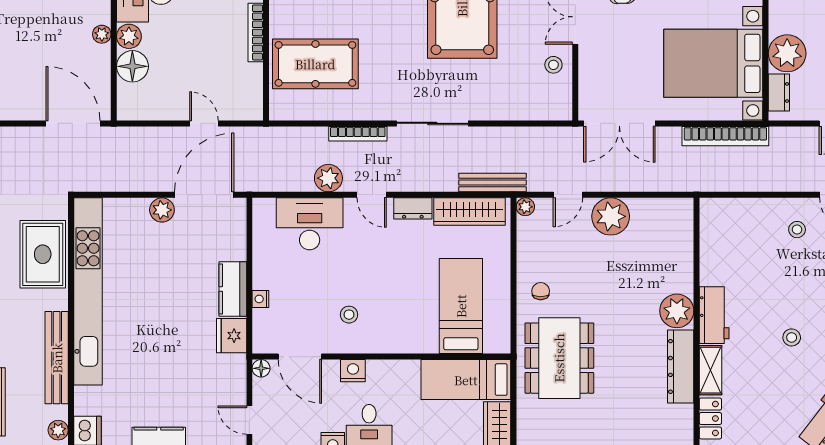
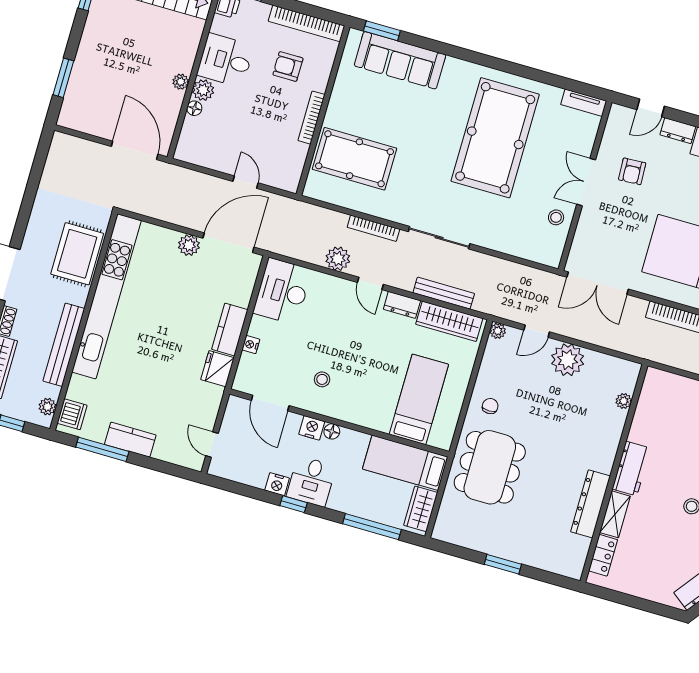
floor lamp: (132, 66) -> (194, 108), width x0.53, depth x0.53
bench: (492, 183) -> (444, 293), moved
desk: (310, 224) -> (282, 291), moved, turned -90
plant: (677, 311) -> (624, 401), moved, width x0.53, depth x0.53
floor lamp: (261, 368) -> (332, 431), moved

